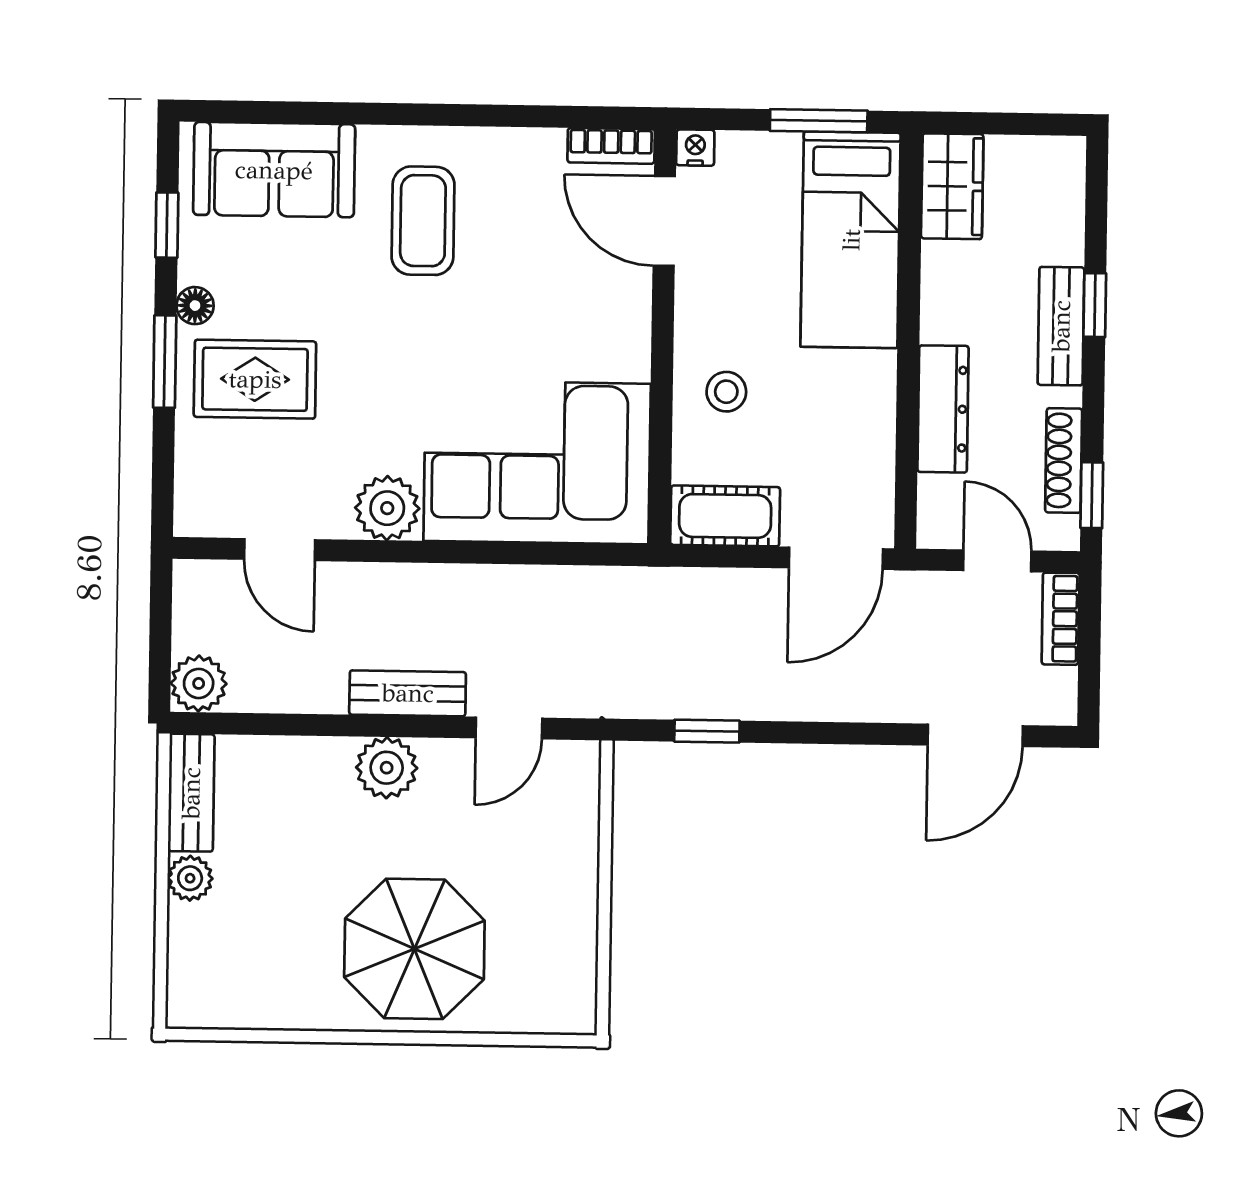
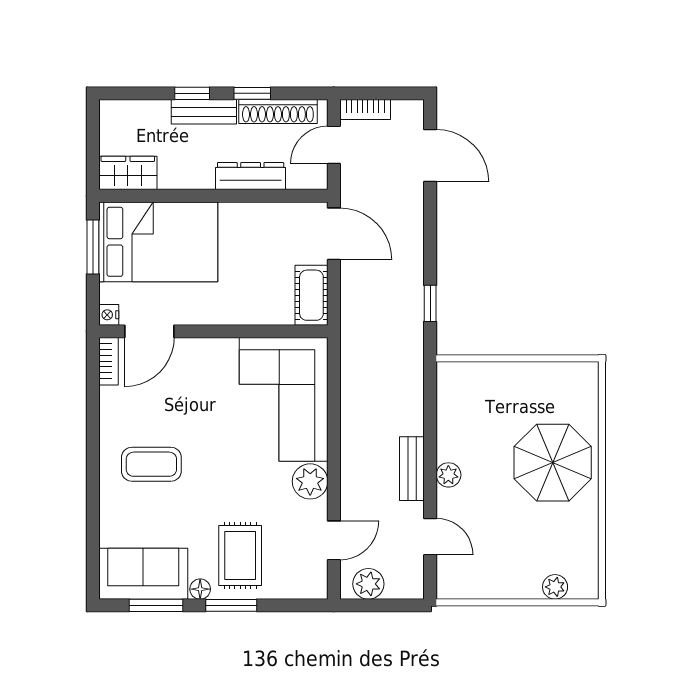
sofa: (274, 170) -> (143, 574), moved, turned -90
window: (167, 225) -> (156, 605), width x1.50
bed: (851, 240) -> (158, 242), width x1.50
stool: (726, 392) -> (243, 296), removed
shoe rack: (1064, 460) -> (278, 111), width x1.36, depth x1.24
window: (1092, 495) -> (252, 93), moved
plant: (199, 683) -> (368, 584), moved
door: (509, 728) -> (430, 537), moved
plant: (387, 768) -> (448, 475), width x0.73, depth x0.73
bench: (191, 793) -> (469, 587), removed
plant: (190, 878) -> (555, 587), moved

